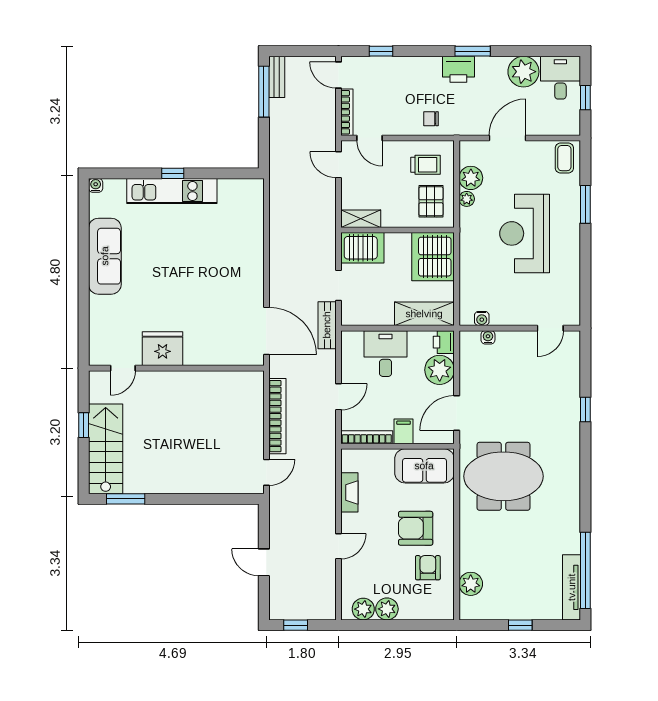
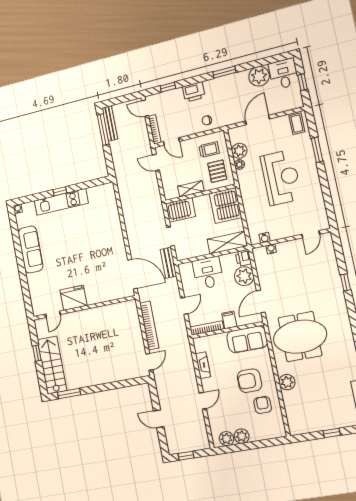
printer: (458, 69) -> (194, 92), moved
bench: (277, 77) -> (110, 123), width x1.36
shelving: (361, 219) -> (191, 189), moved
reception desk: (525, 233) -> (281, 178), turned 180
plant: (471, 584) -> (287, 382), moved

